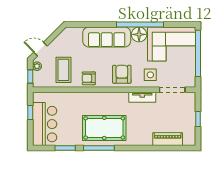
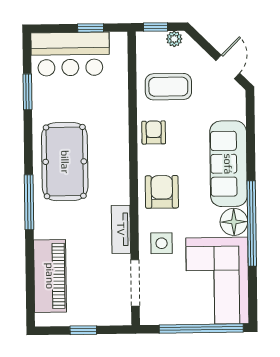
door: (41, 49) -> (228, 67), moved
armchair: (122, 74) -> (162, 192), turned -90
piano: (168, 139) -> (50, 276), width x1.37, depth x1.33
window: (99, 148) -> (29, 202), moved

